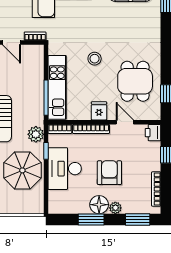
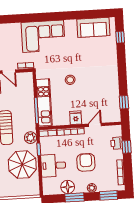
dining table: (135, 81) -> (101, 95), removed
door: (125, 122) -> (95, 125), hinge flipped
printer: (153, 133) -> (117, 143), moved
desk: (65, 169) -> (53, 166), width x0.73
floor lamp: (99, 205) -> (68, 187), moved

